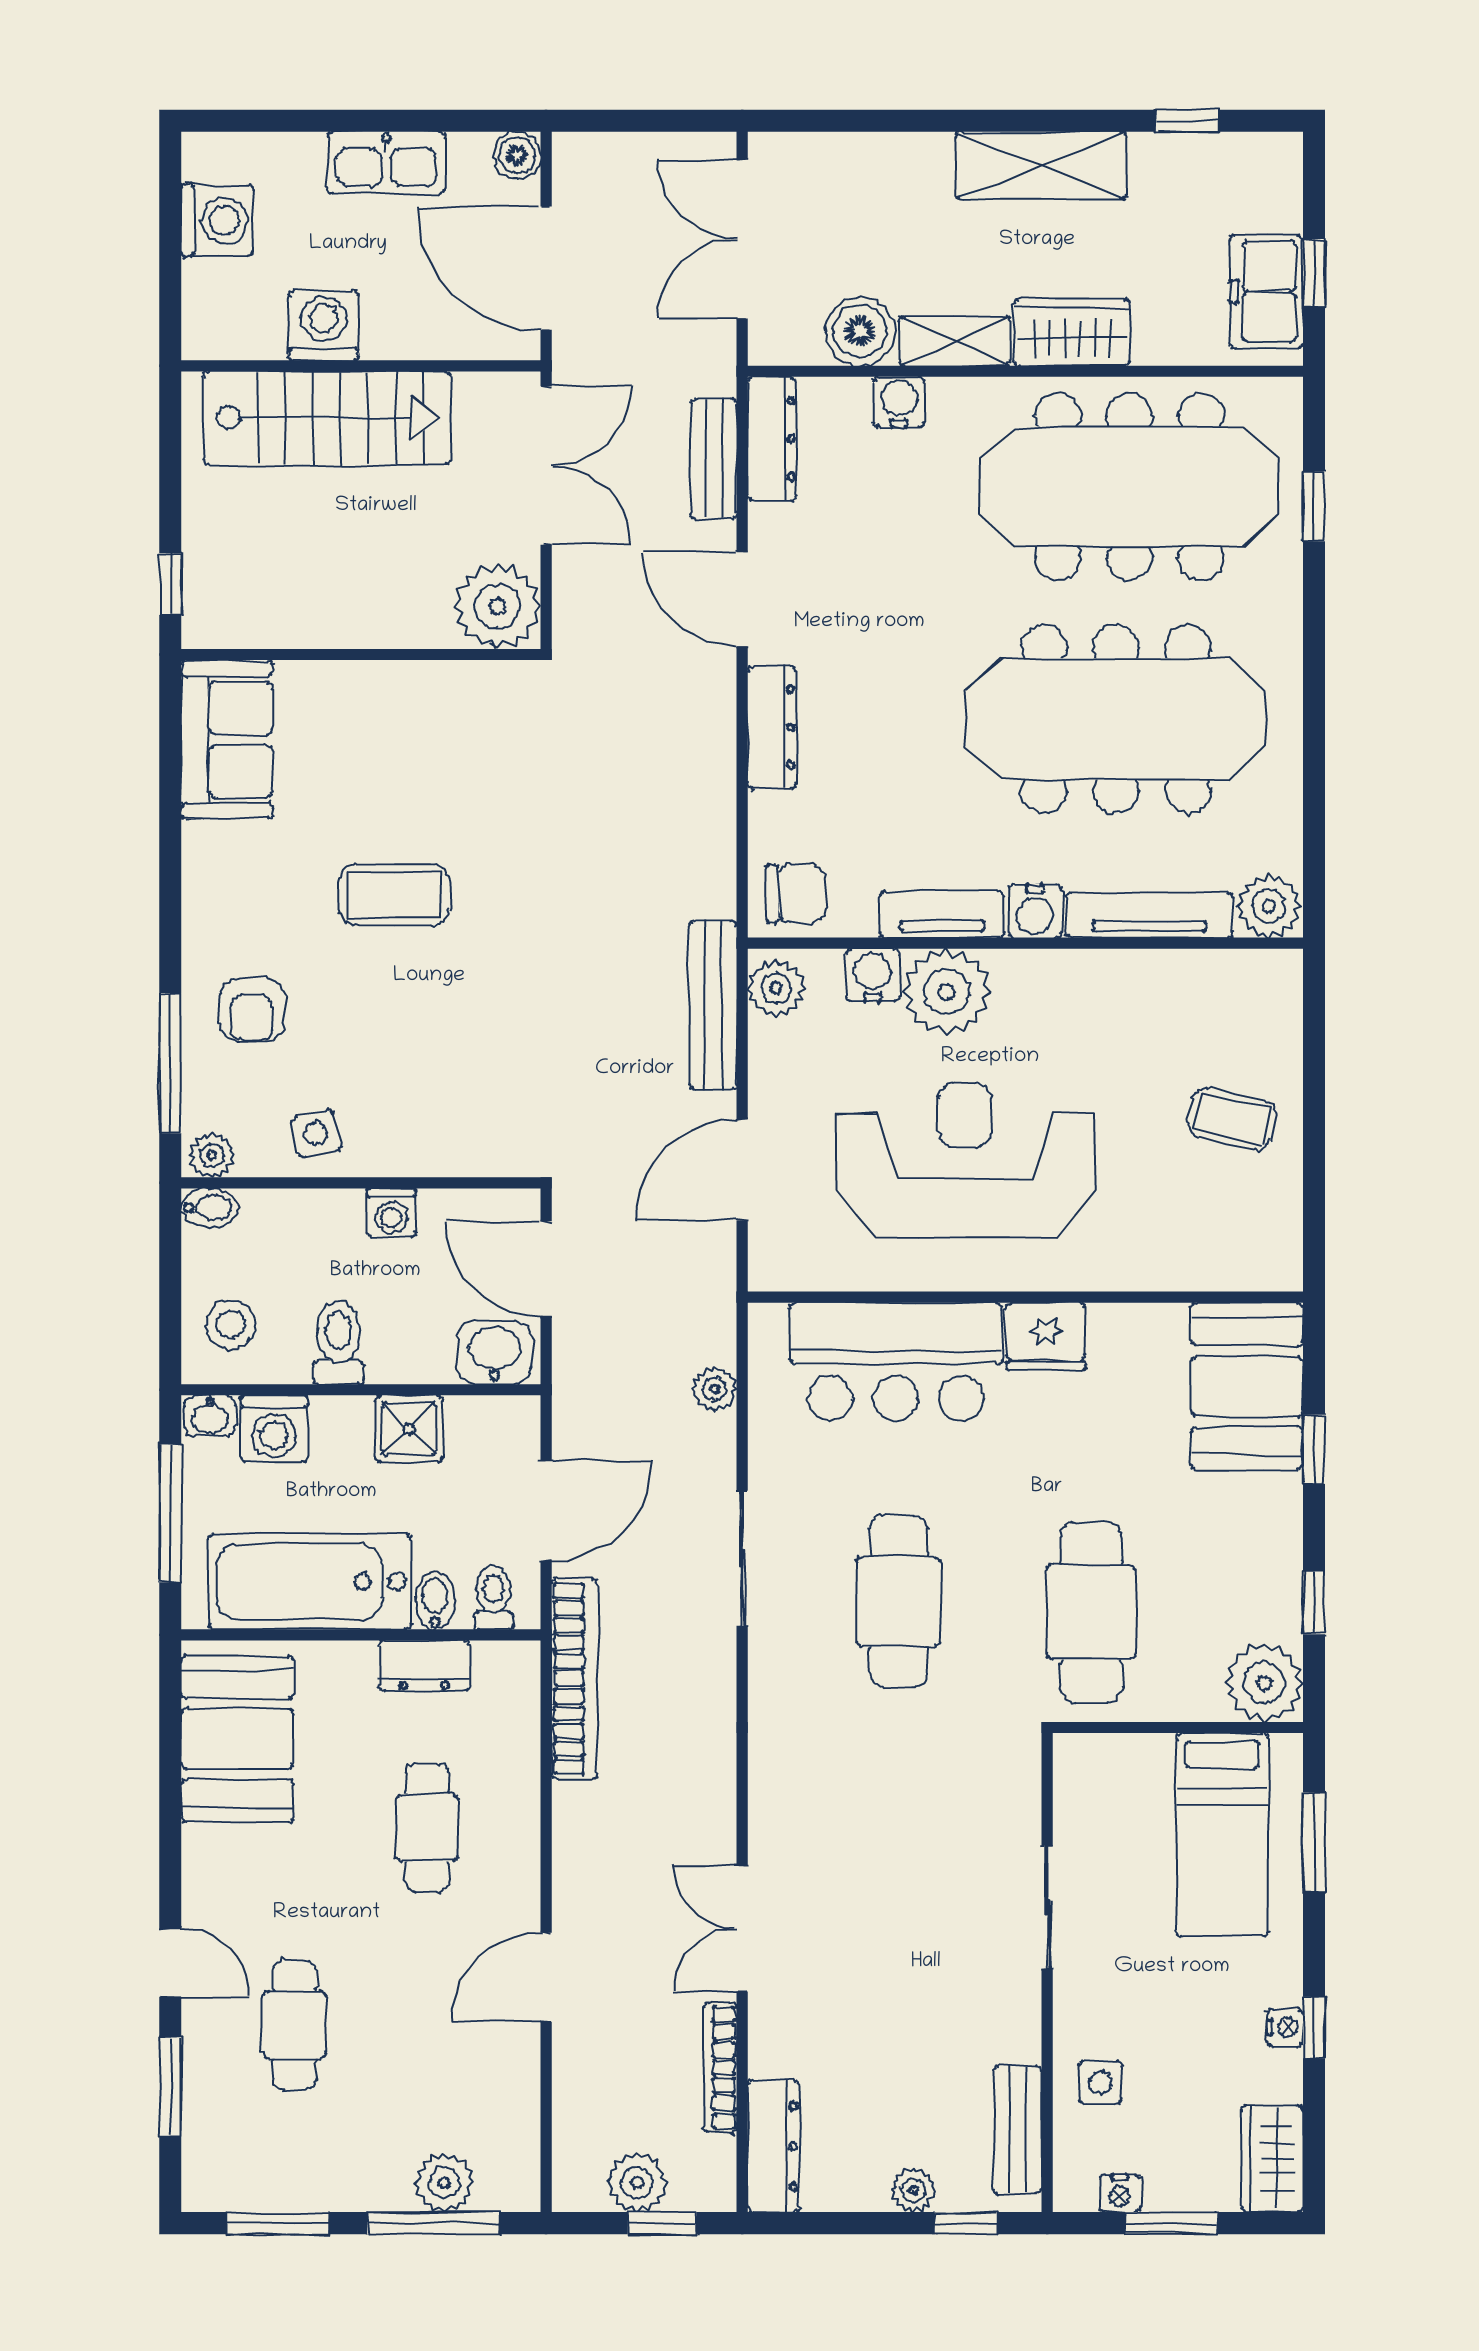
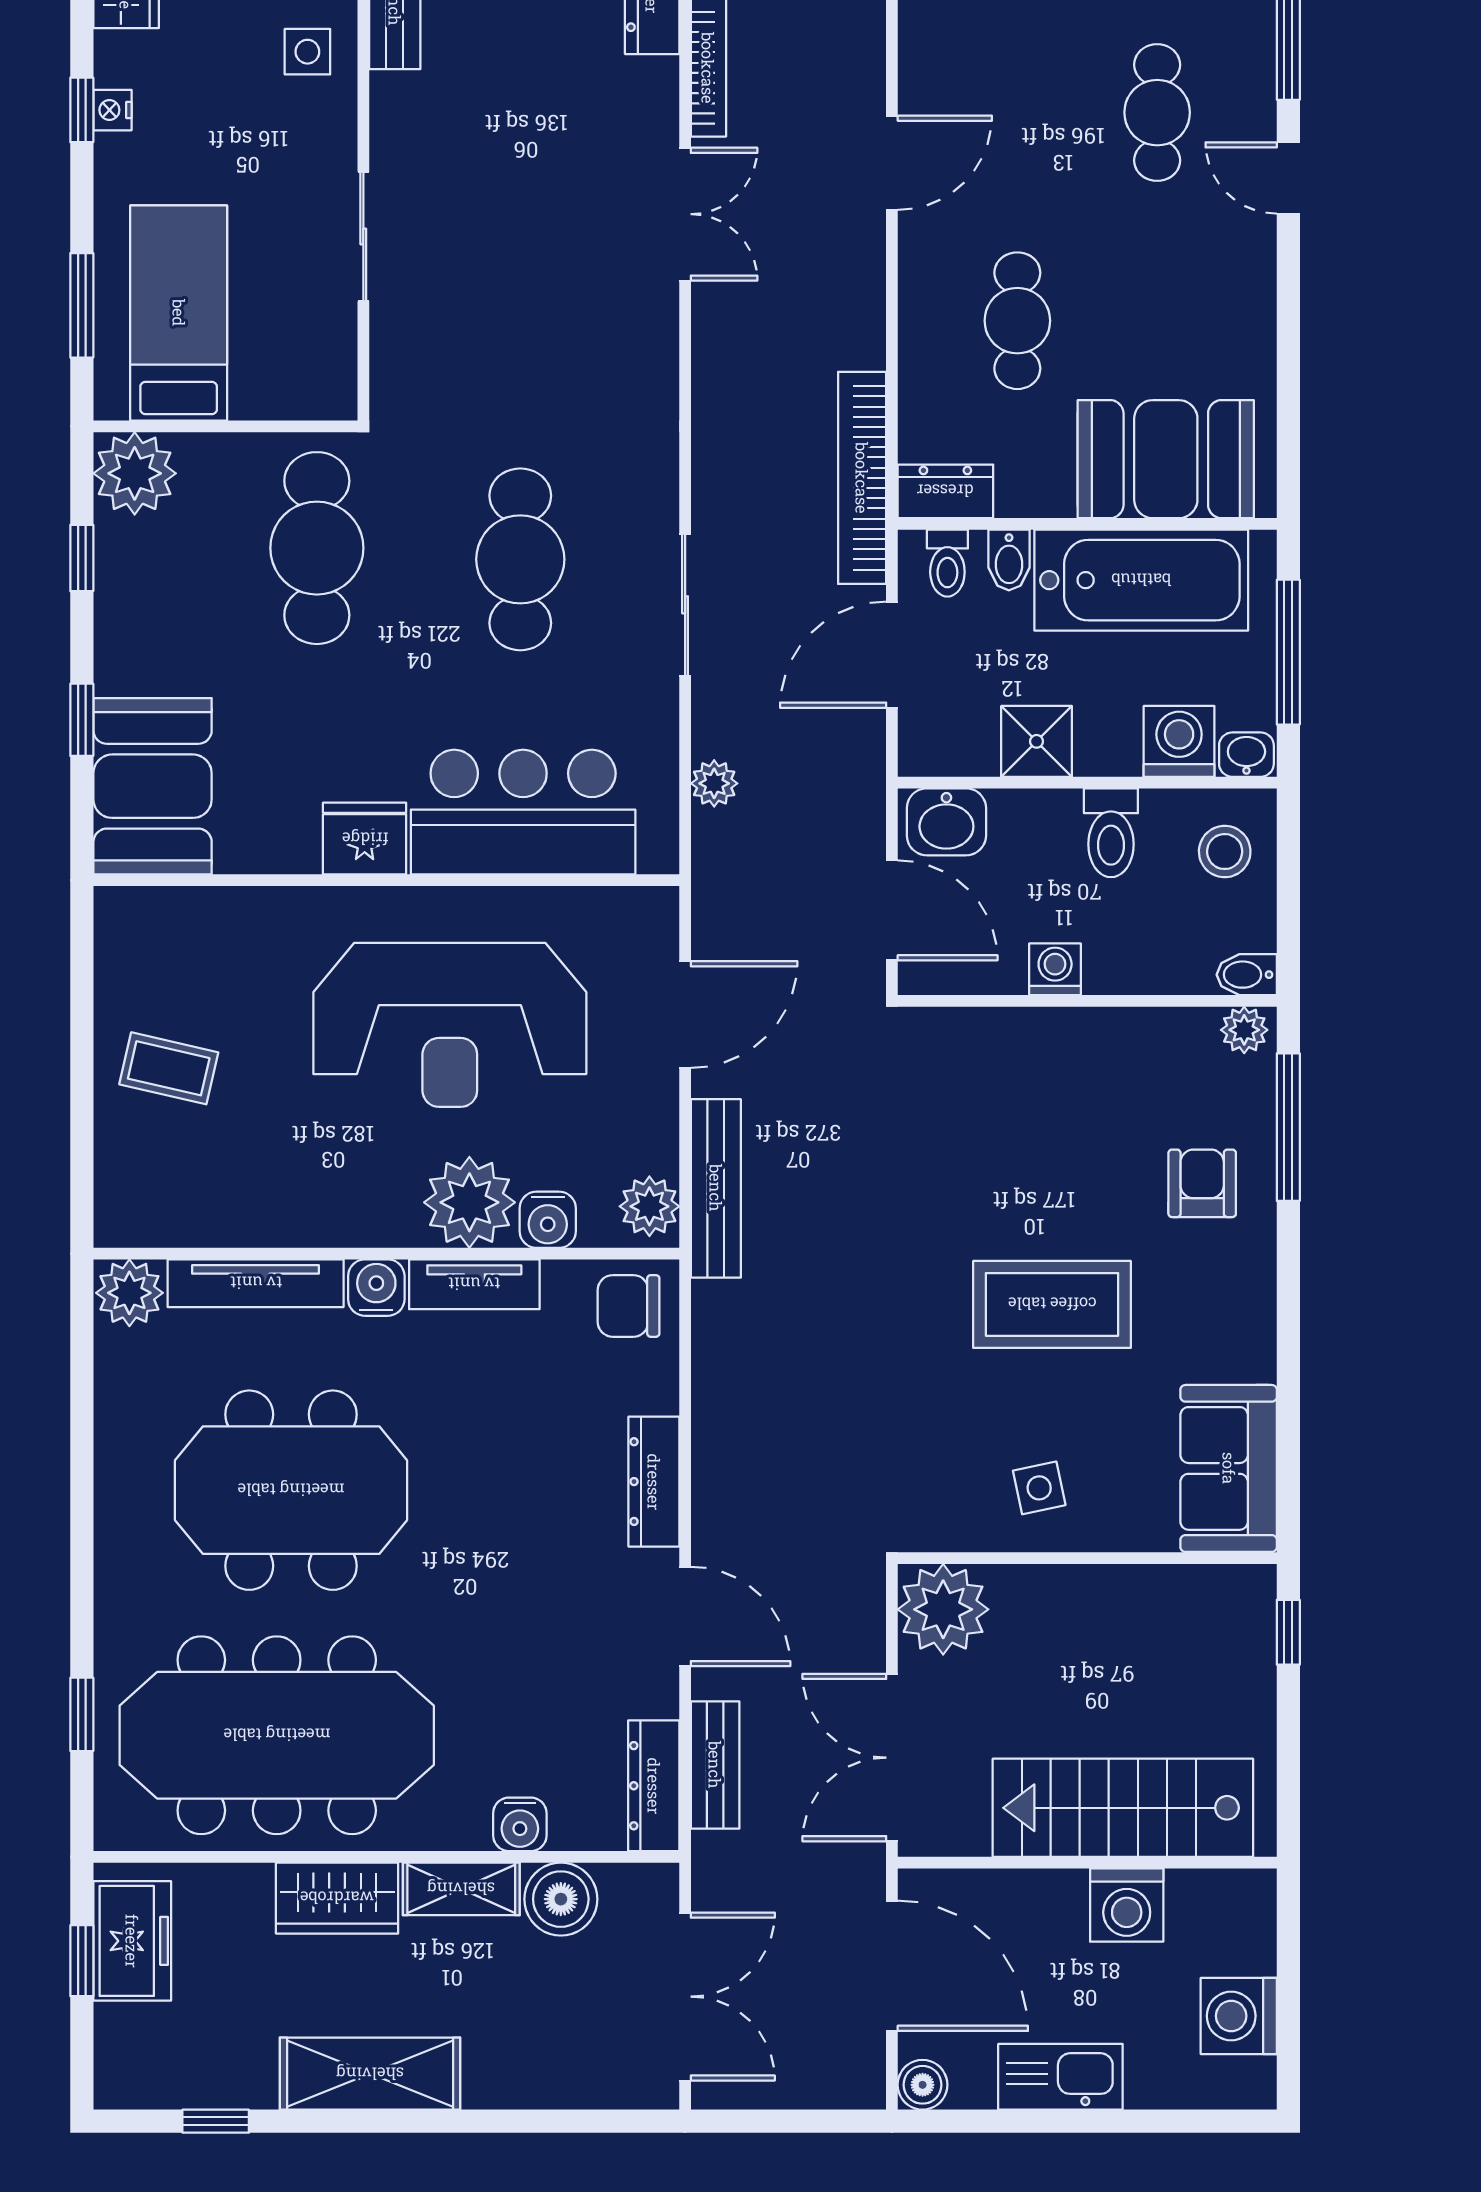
meeting table: (1116, 719) -> (291, 1490), width x0.73
coffee table: (394, 895) -> (1052, 1304), width x1.36, depth x1.32
side table: (316, 1134) -> (1039, 1488), moved
dresser: (424, 1666) -> (945, 491), moved
booth: (237, 1739) -> (1166, 459), moved, turned 90

